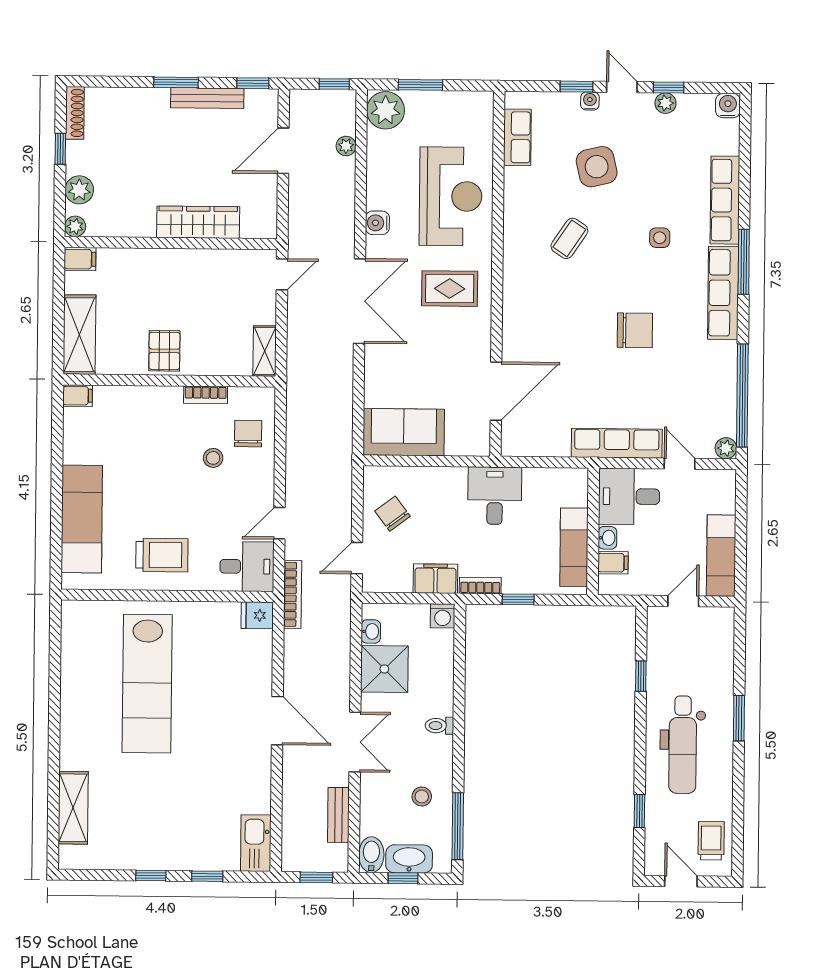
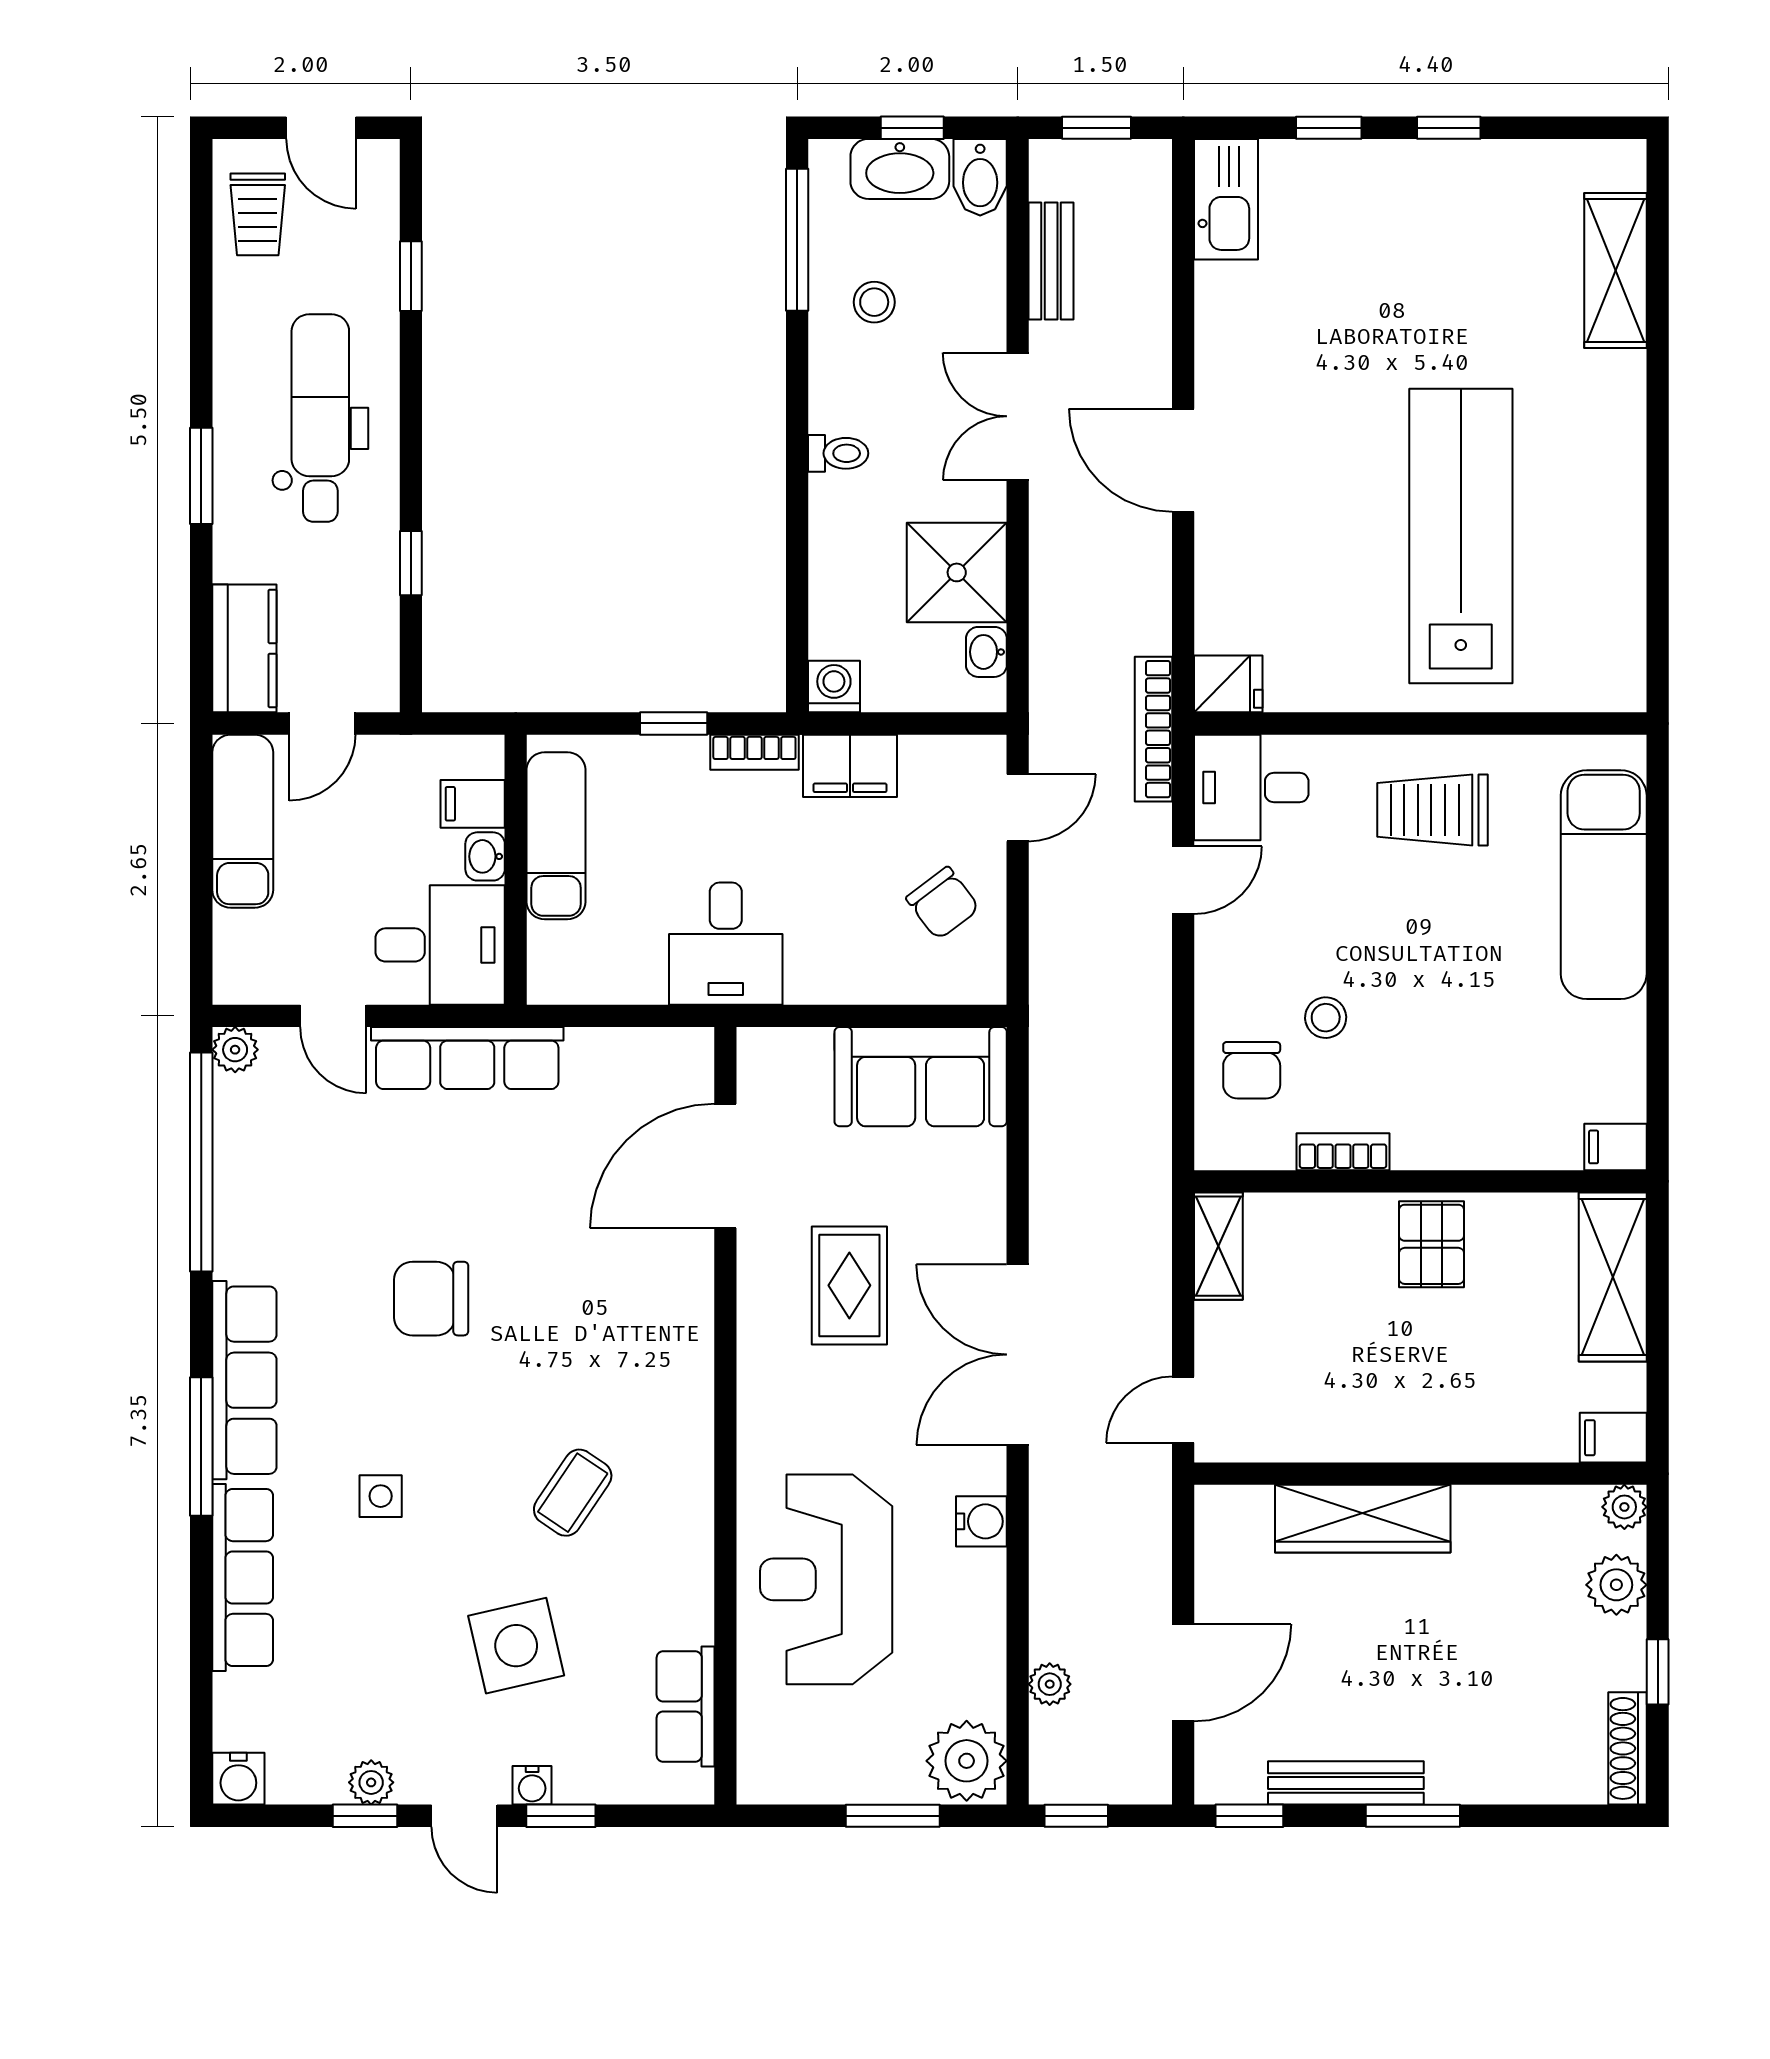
rug: (450, 289) -> (849, 1285), moved, turned 90
kitchen counter: (720, 637) -> (244, 648), added

